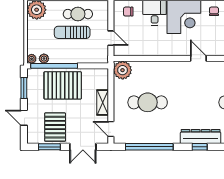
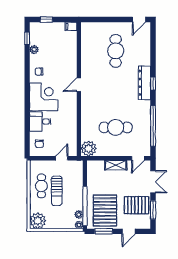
pallet: (63, 85) -> (105, 211), moved
cafe table: (148, 102) -> (116, 127), turned 90

